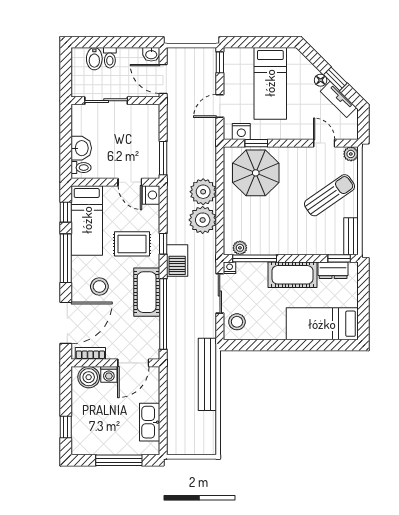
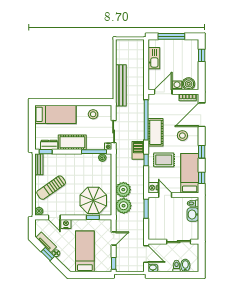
nightstand: (241, 131) -> (66, 224), moved
plant: (203, 220) -> (124, 206), moved
window: (66, 258) -> (202, 152), width x0.46
stool: (237, 322) -> (93, 114), moved

